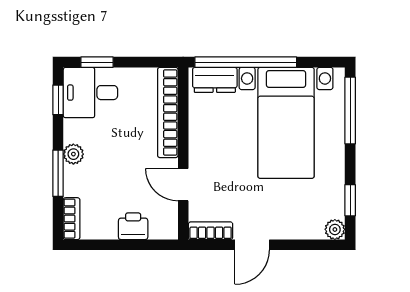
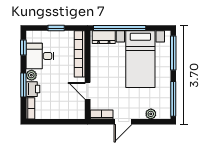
window: (97, 62) -> (56, 28), moved
desk: (90, 93) -> (40, 56), moved
window: (350, 200) -> (173, 99), width x2.17
printer: (133, 226) -> (33, 89), moved, turned 90
plant: (335, 229) -> (151, 114), moved

